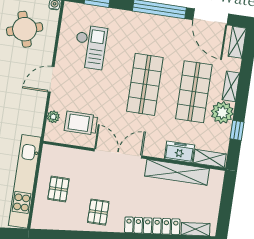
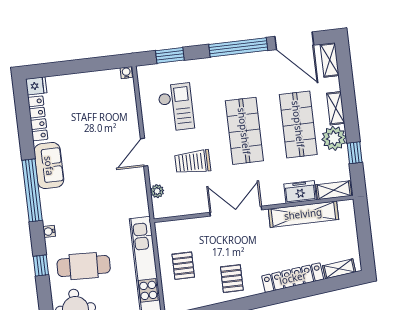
round table: (25, 29) -> (102, 107), removed
trolley: (81, 123) -> (193, 162), moved

